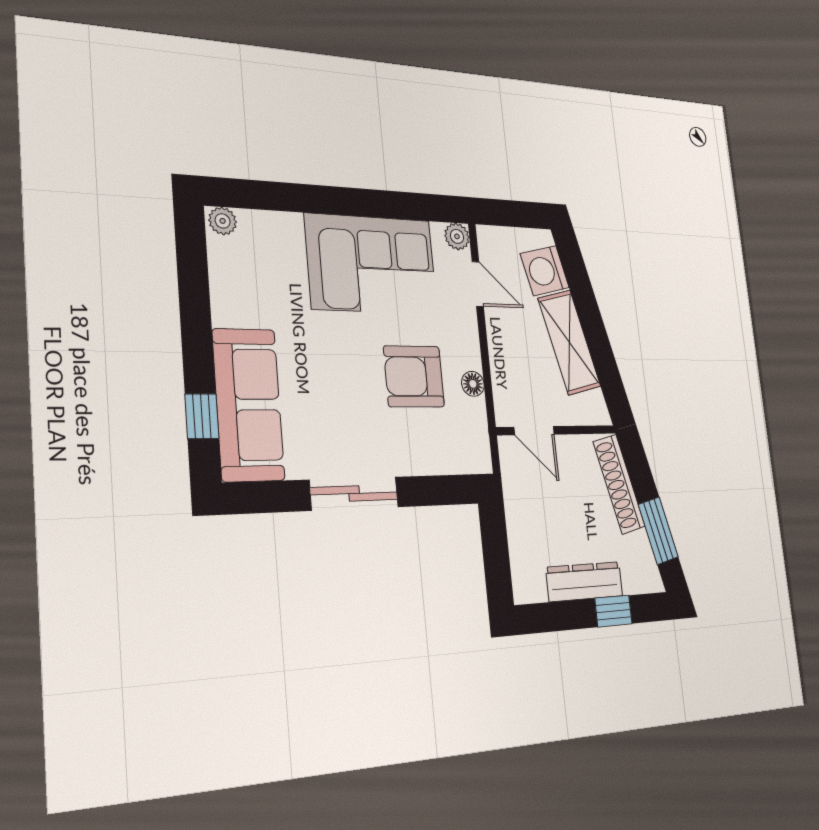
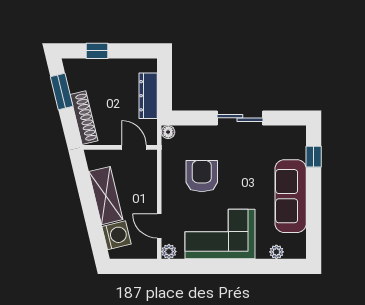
plant: (223, 221) -> (276, 252), moved
armchair: (414, 376) -> (202, 176), turned -90
floor lamp: (473, 384) -> (168, 132), moved
sofa: (248, 405) -> (291, 196), moved
dresser: (584, 582) -> (148, 96), moved, turned 90

